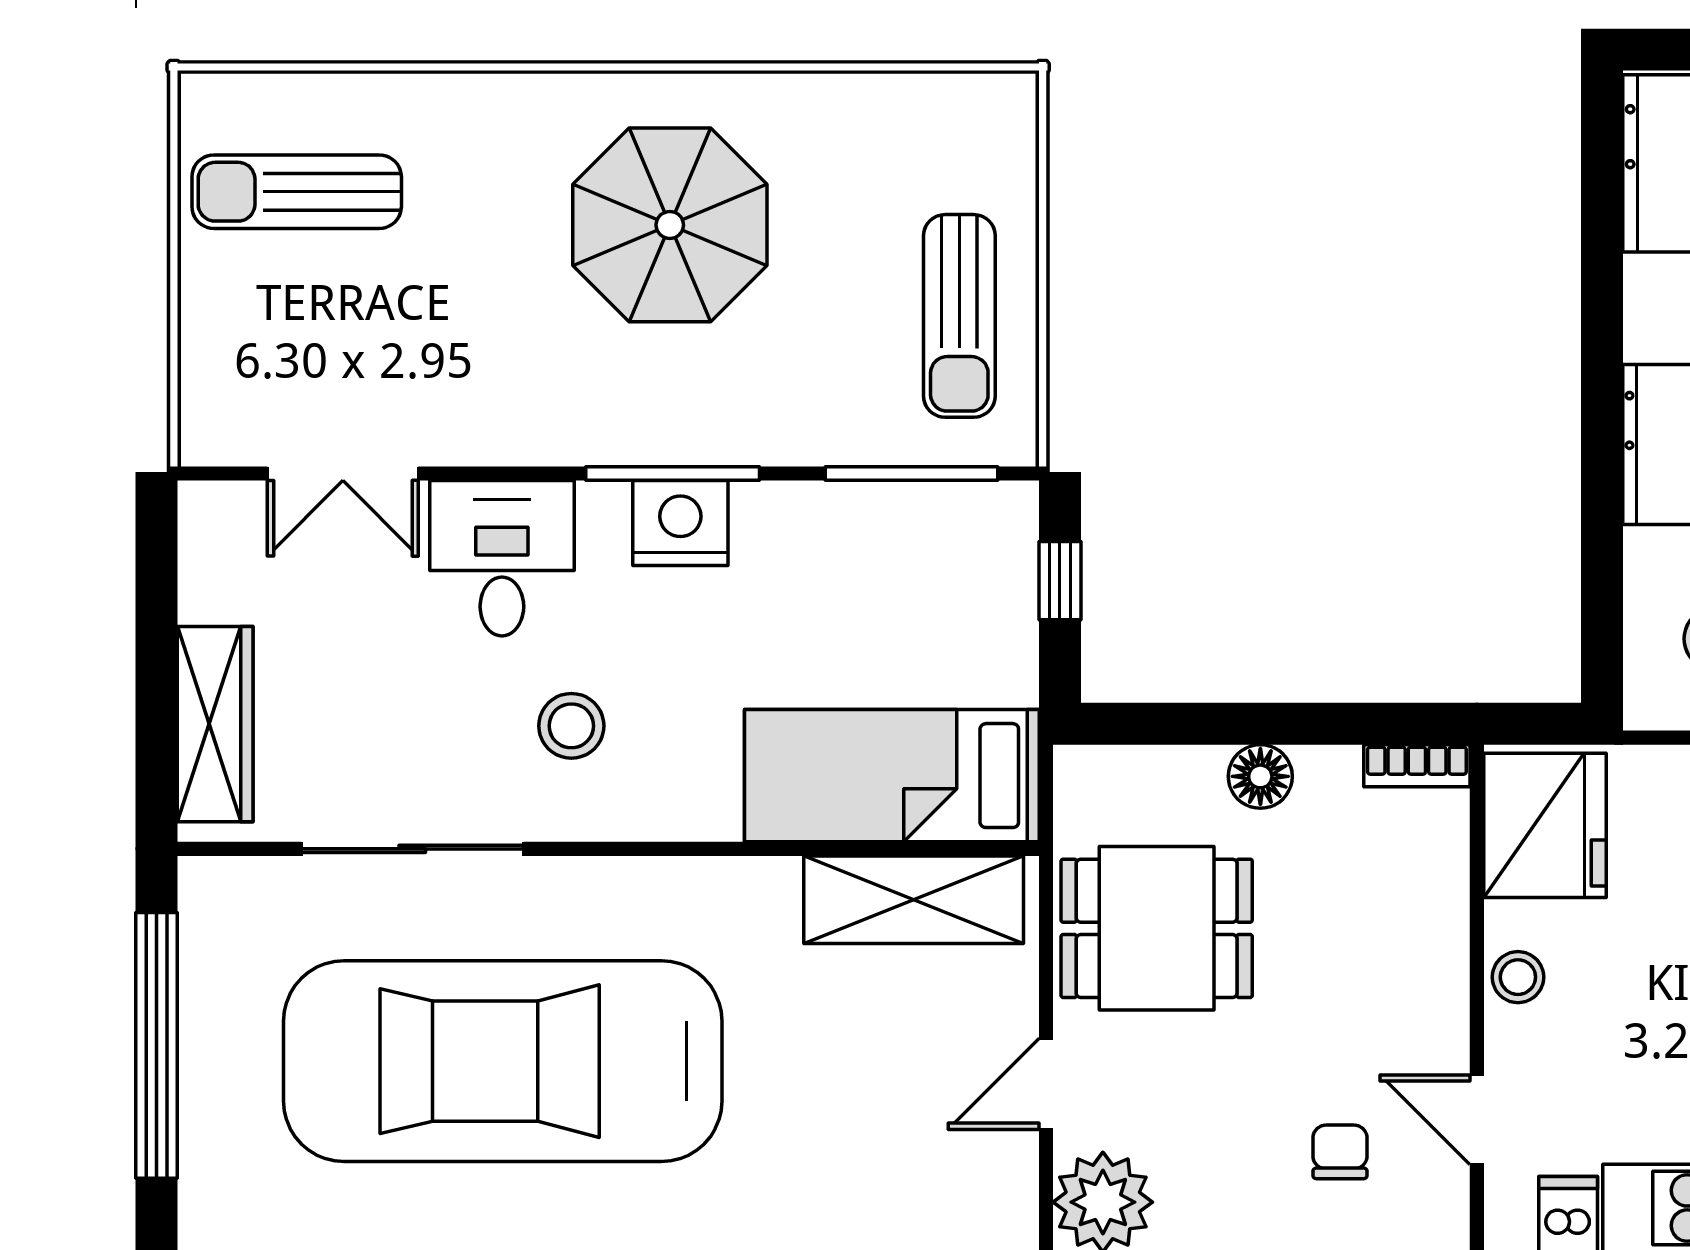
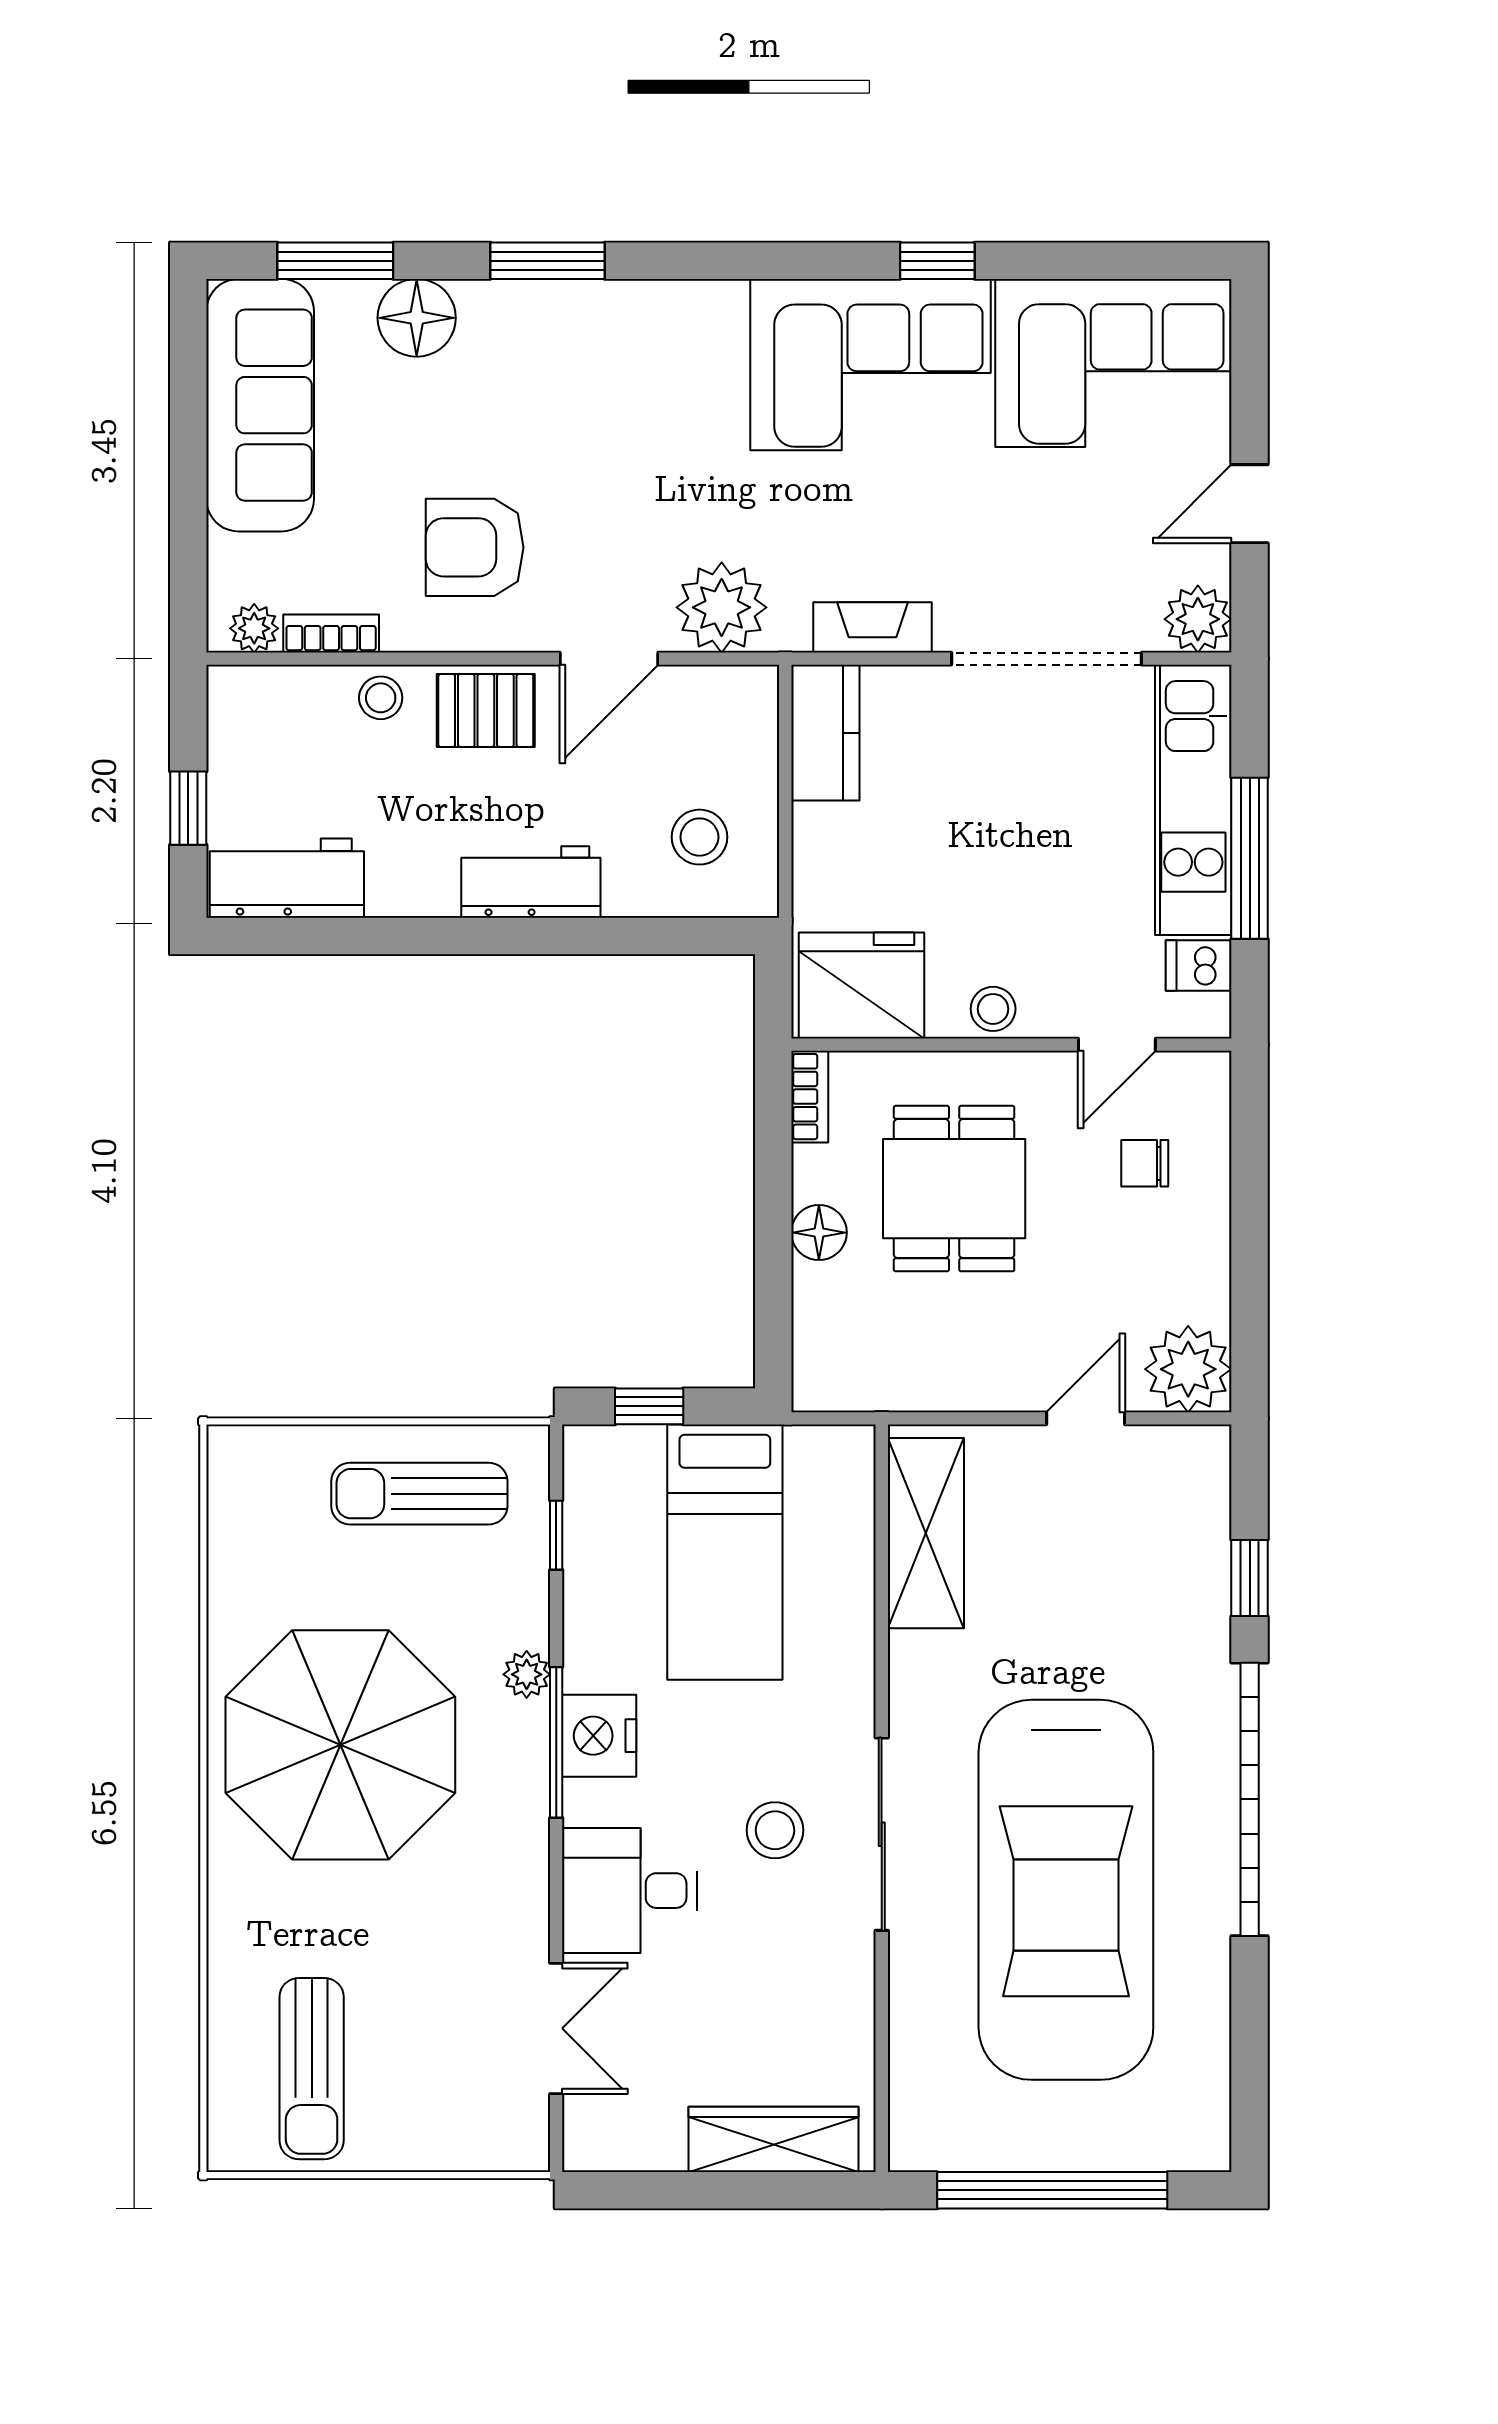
parasol: (670, 225) -> (340, 1745), width x1.36, depth x1.36
sun lounger: (959, 316) -> (419, 1494), turned 180
plant: (751, 440) -> (527, 1674), added
window: (912, 474) -> (556, 1535), width x0.46
bed: (892, 776) -> (725, 1552), moved
sliding door: (412, 849) -> (882, 1834), moved
dining table: (1157, 928) -> (954, 1189), moved
door: (1046, 1084) -> (1086, 1418), swing flipped

